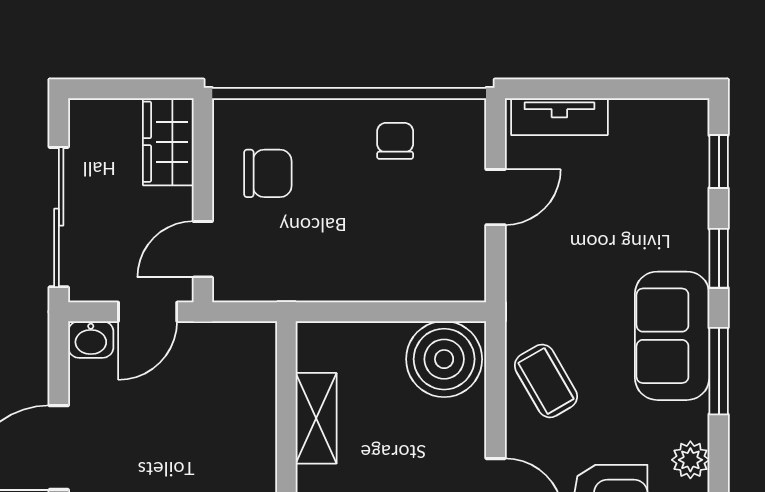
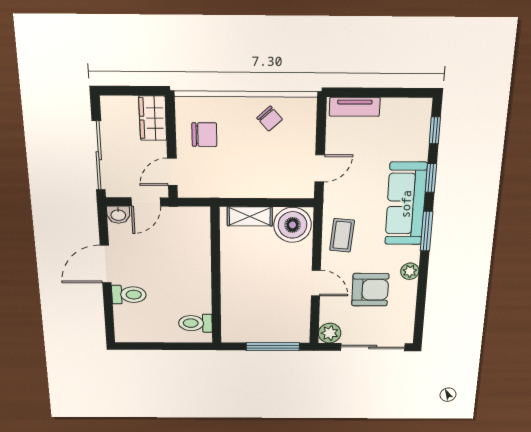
chair: (395, 141) -> (270, 119), turned 138
door: (496, 197) -> (320, 168), moved
sofa: (672, 336) -> (406, 204), width x1.36
coffee table: (546, 381) -> (342, 235), turned 35
shelving: (316, 418) -> (250, 216), moved, turned 90

